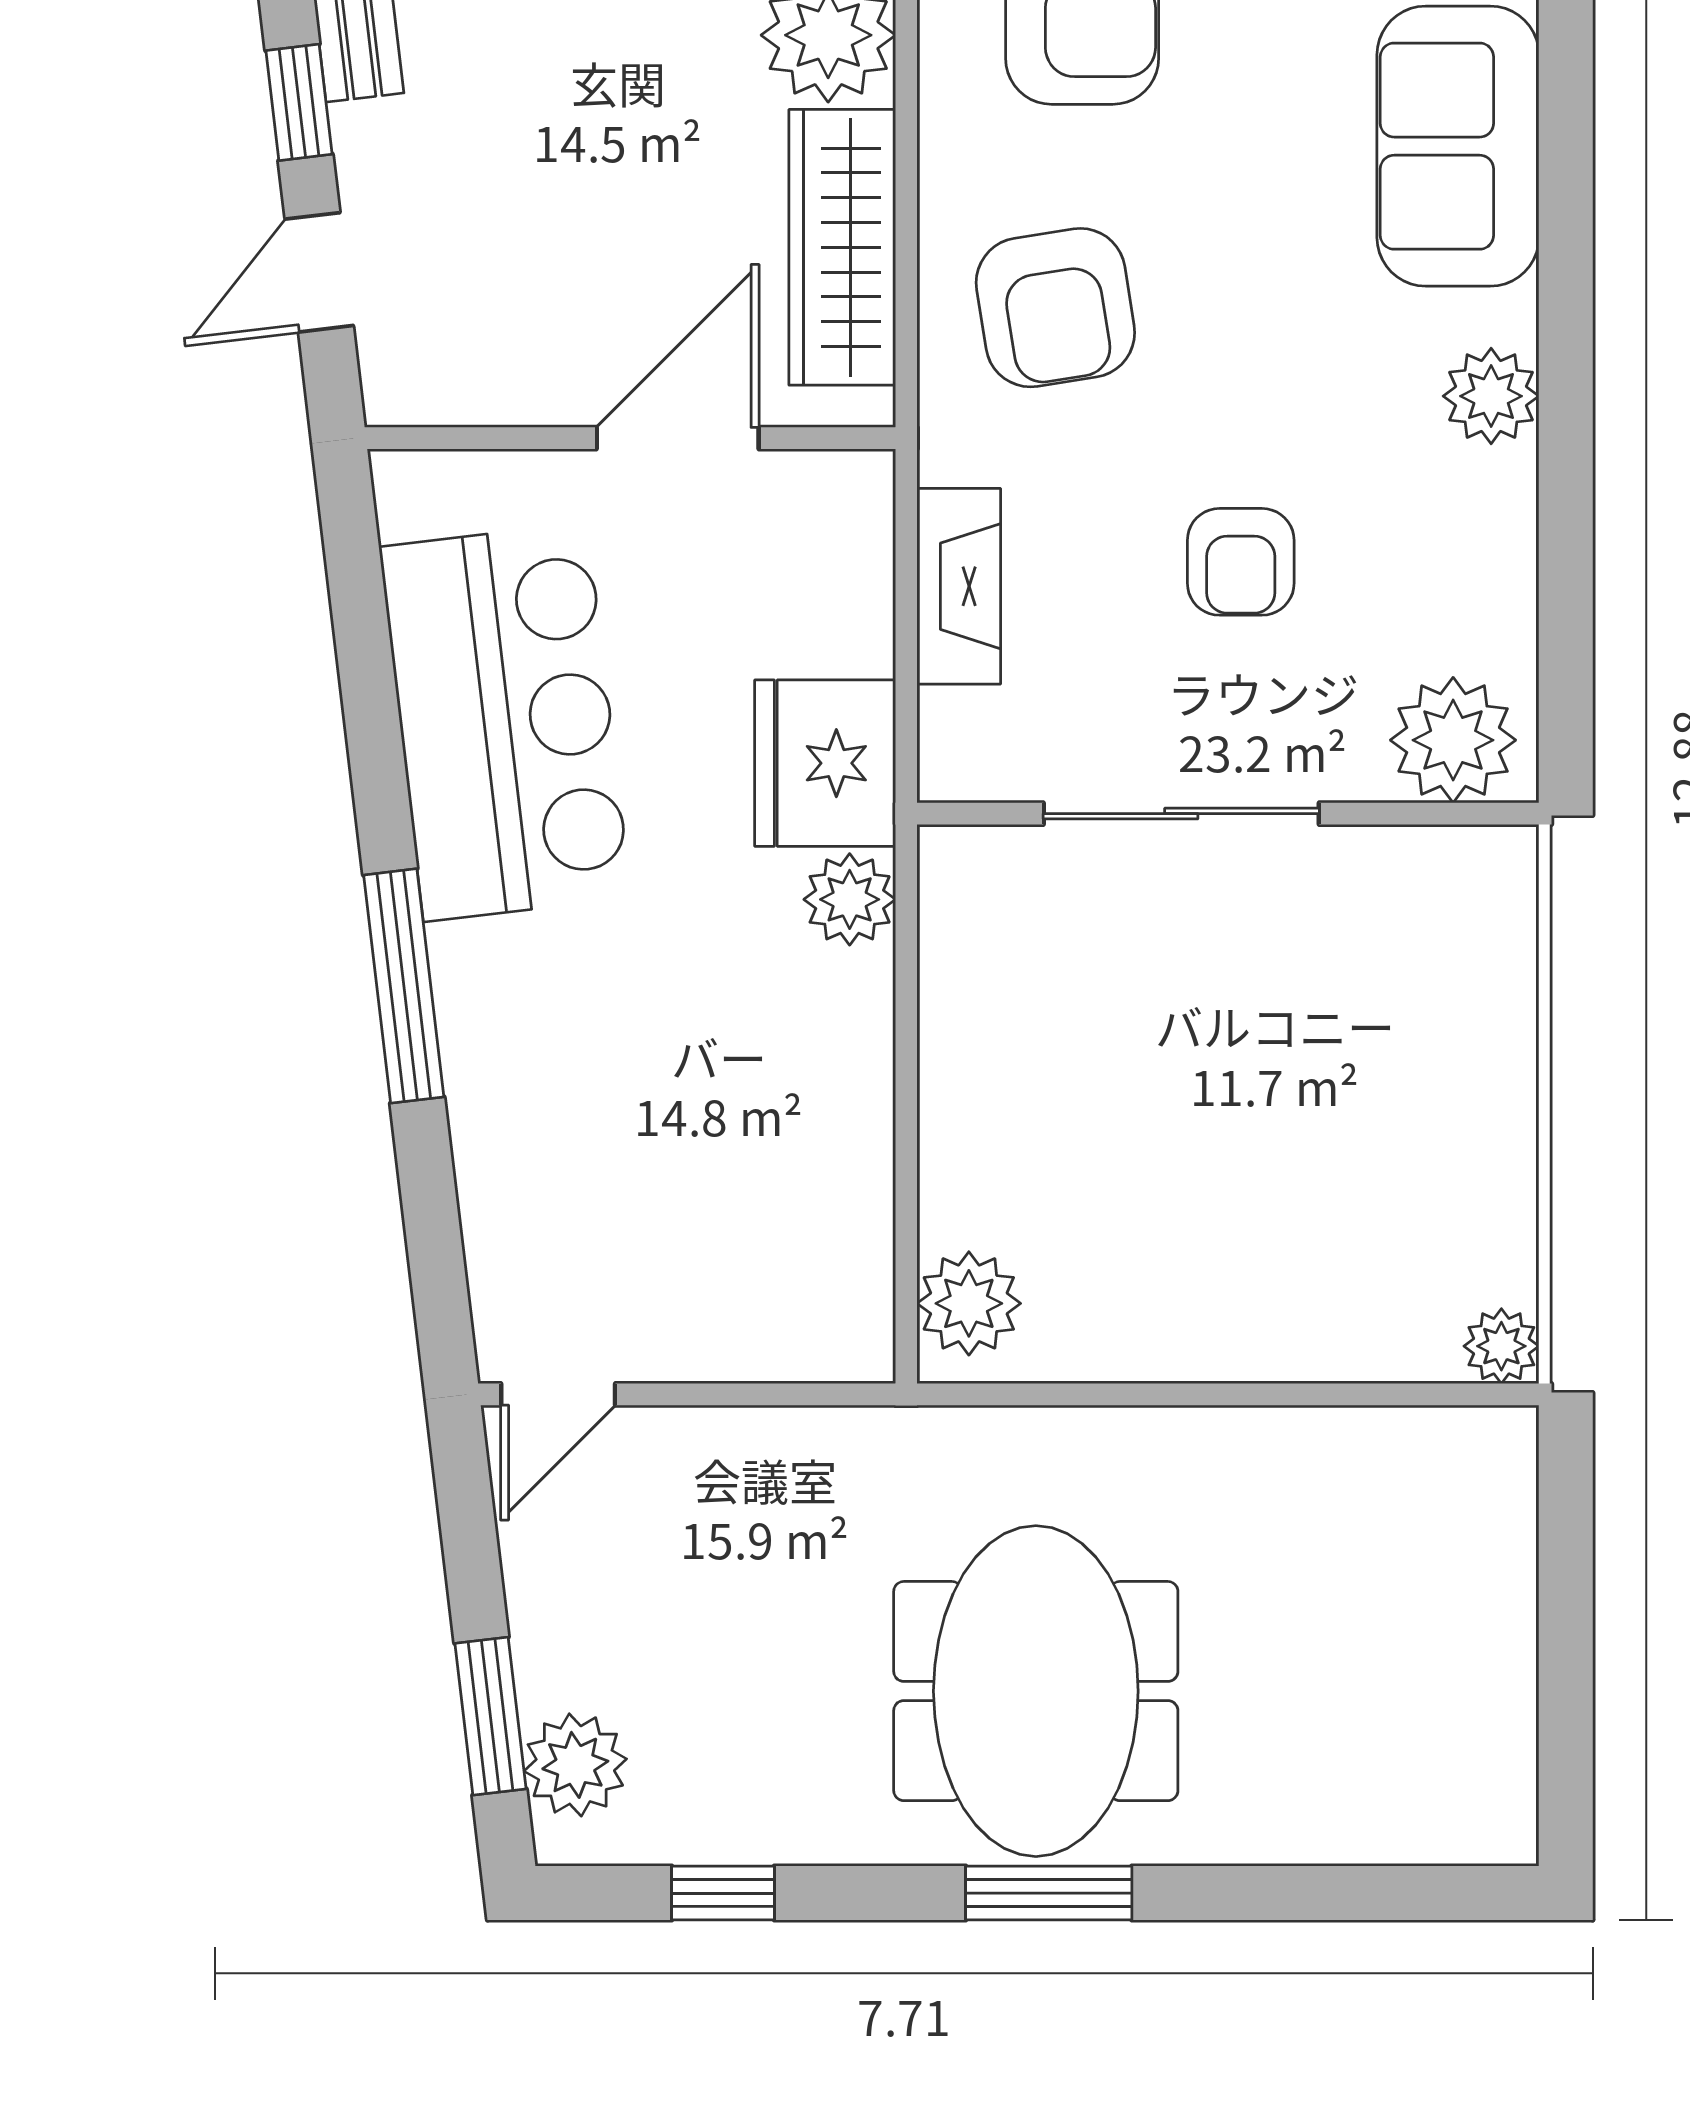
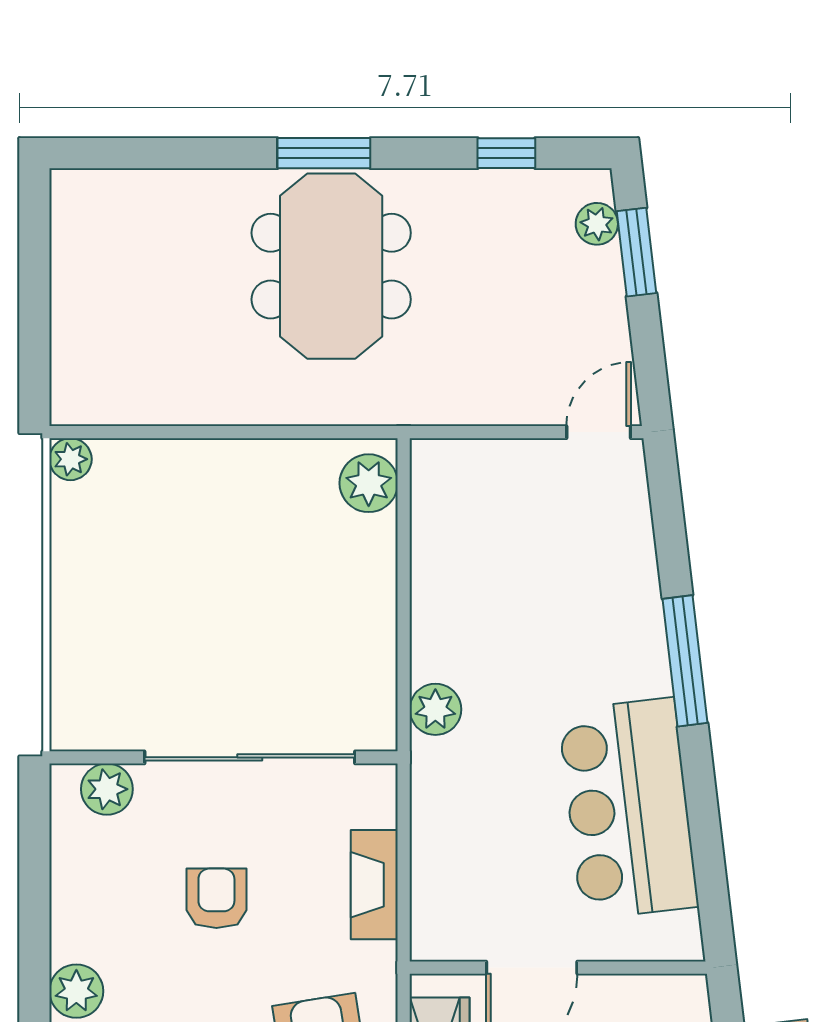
plant: (1453, 740) -> (107, 789), width x0.73, depth x0.73
fridge: (825, 763) -> (449, 786), removed
sliding door: (1181, 814) -> (250, 757), width x1.36
plant: (575, 1765) -> (597, 224), width x0.73, depth x0.73

